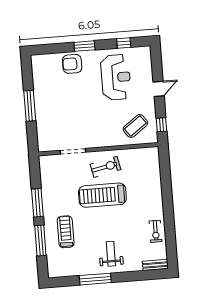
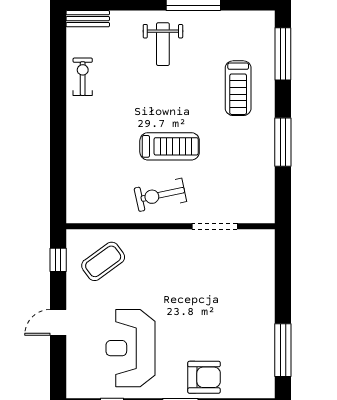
window: (30, 106) -> (283, 350), moved
treadmill: (102, 195) -> (170, 146), width x0.73, depth x0.73
window: (40, 240) -> (283, 54), moved

